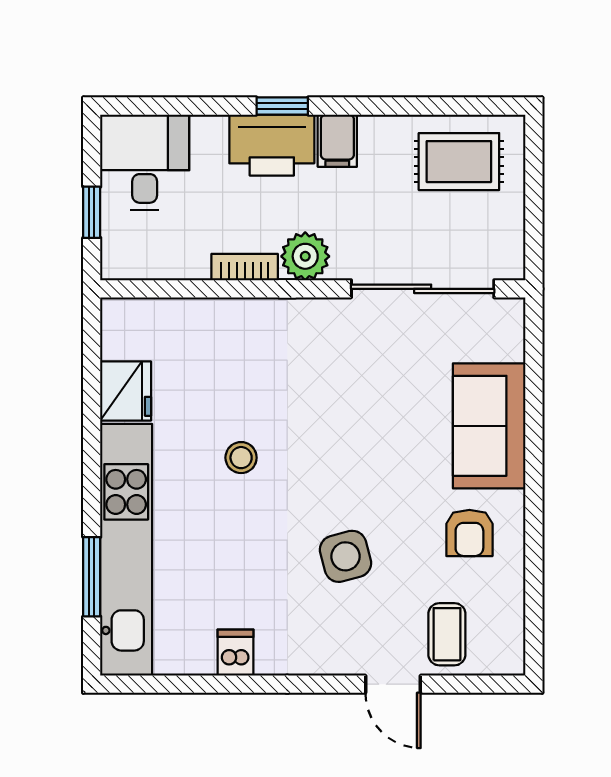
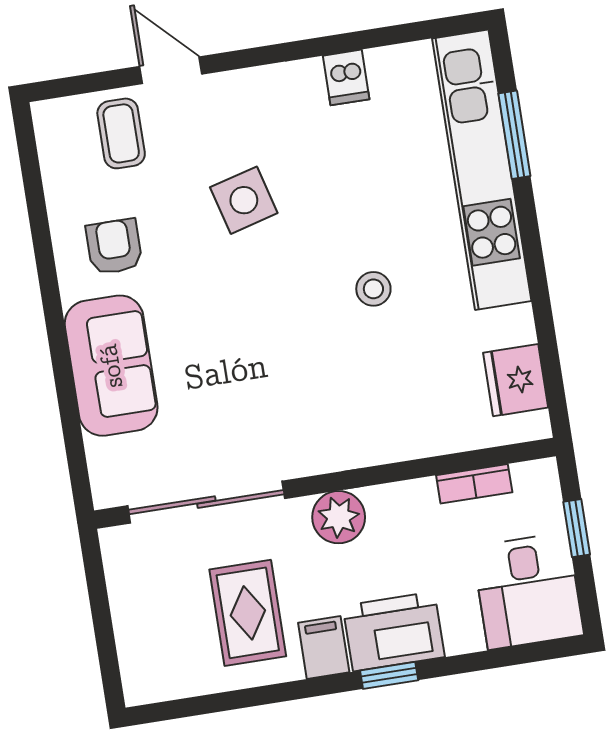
rug: (459, 162) -> (248, 613), moved, turned 90
bookcase: (245, 267) -> (474, 484), moved
fridge: (126, 391) -> (516, 380), moved

